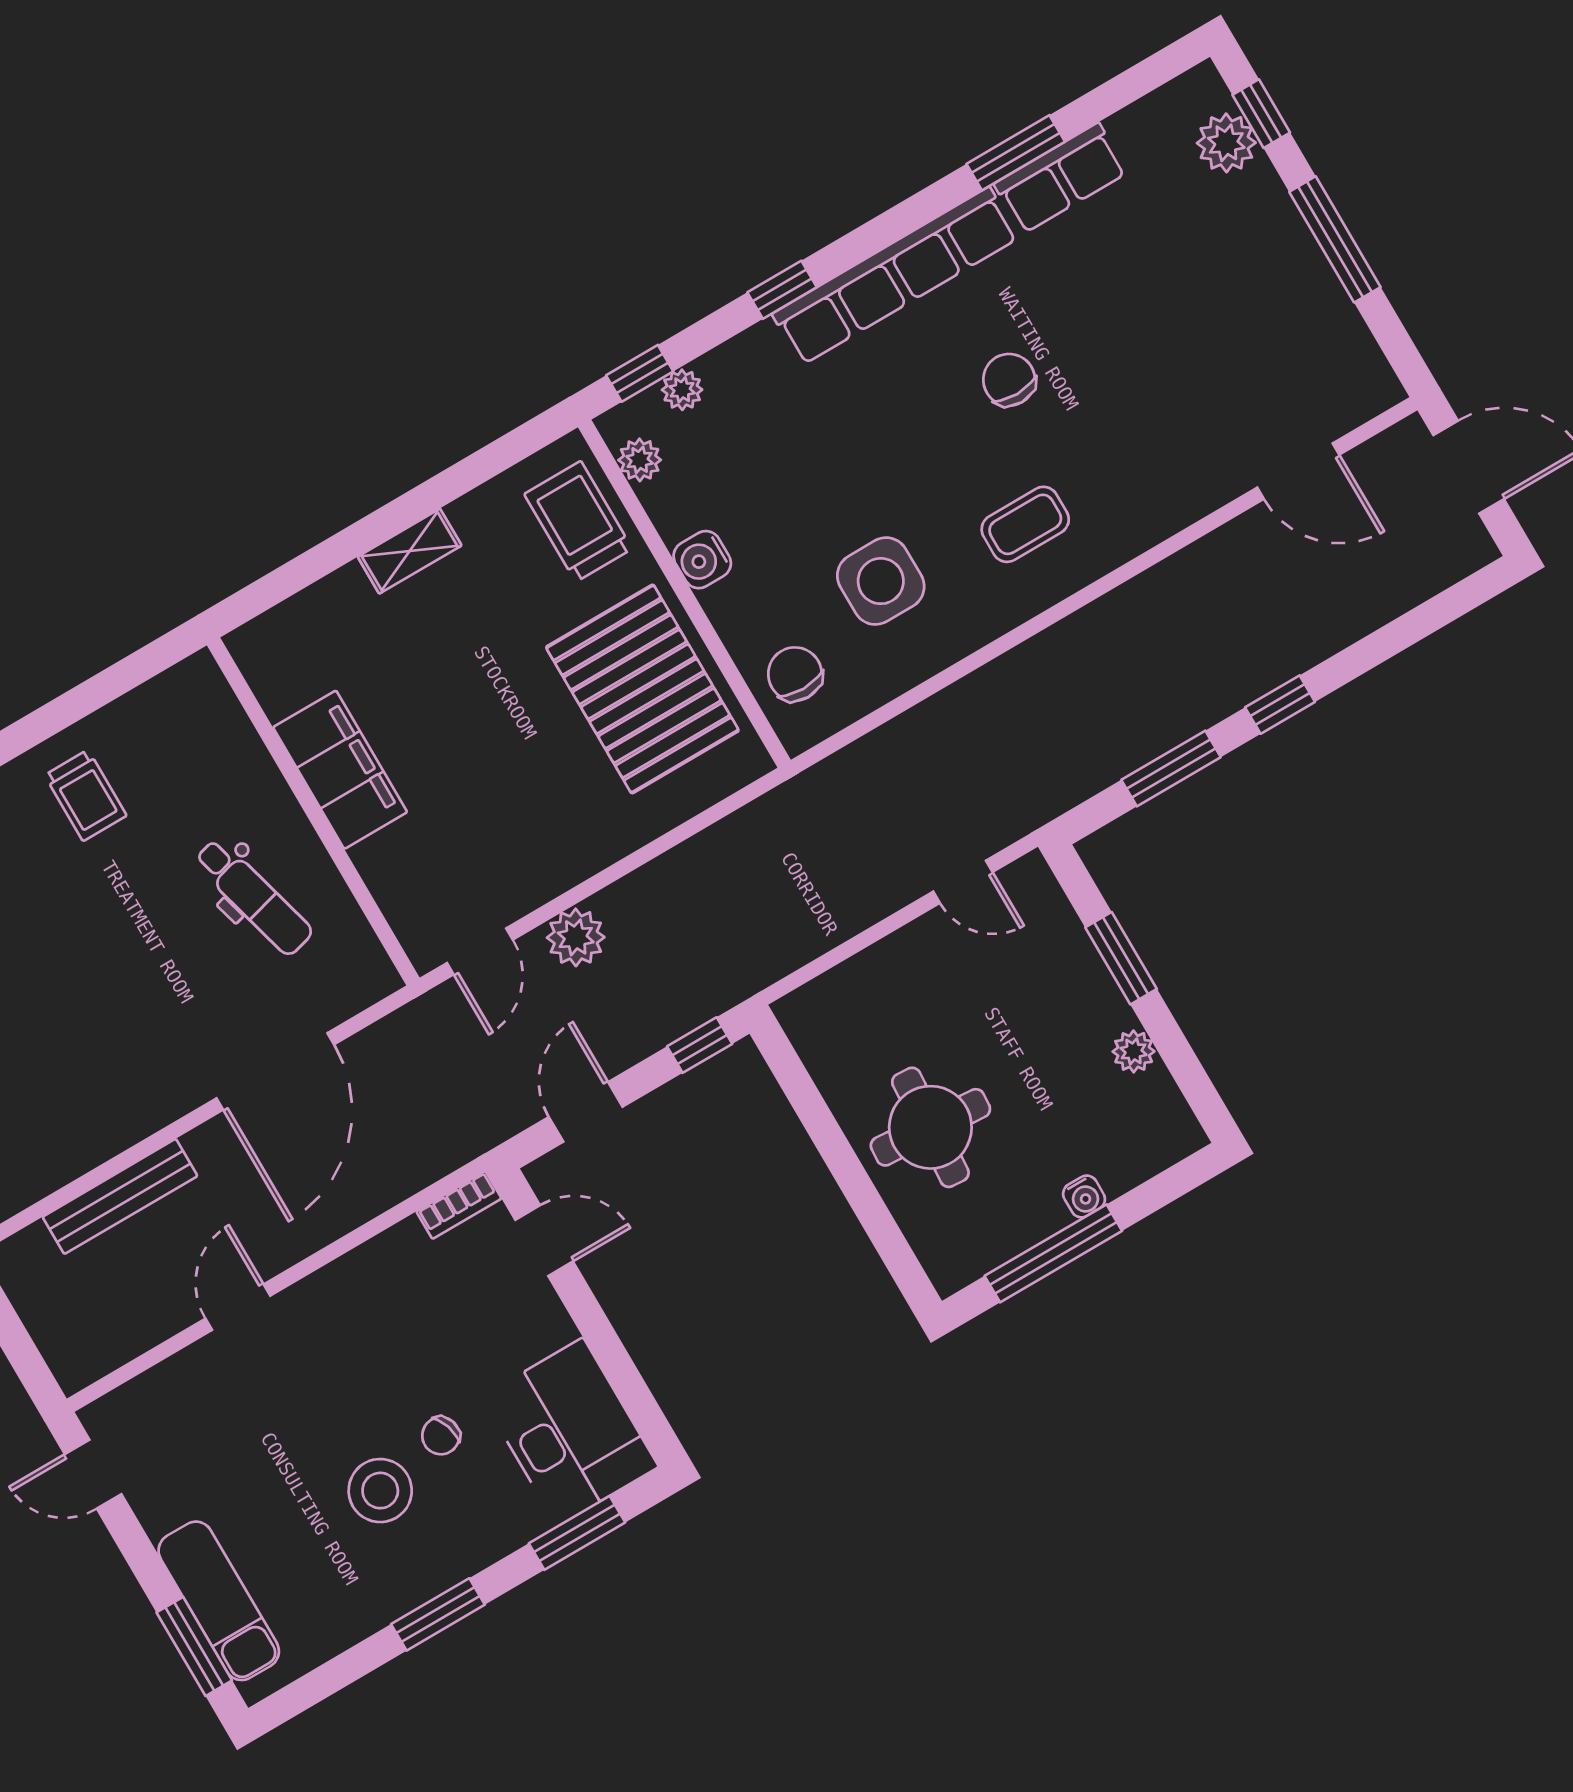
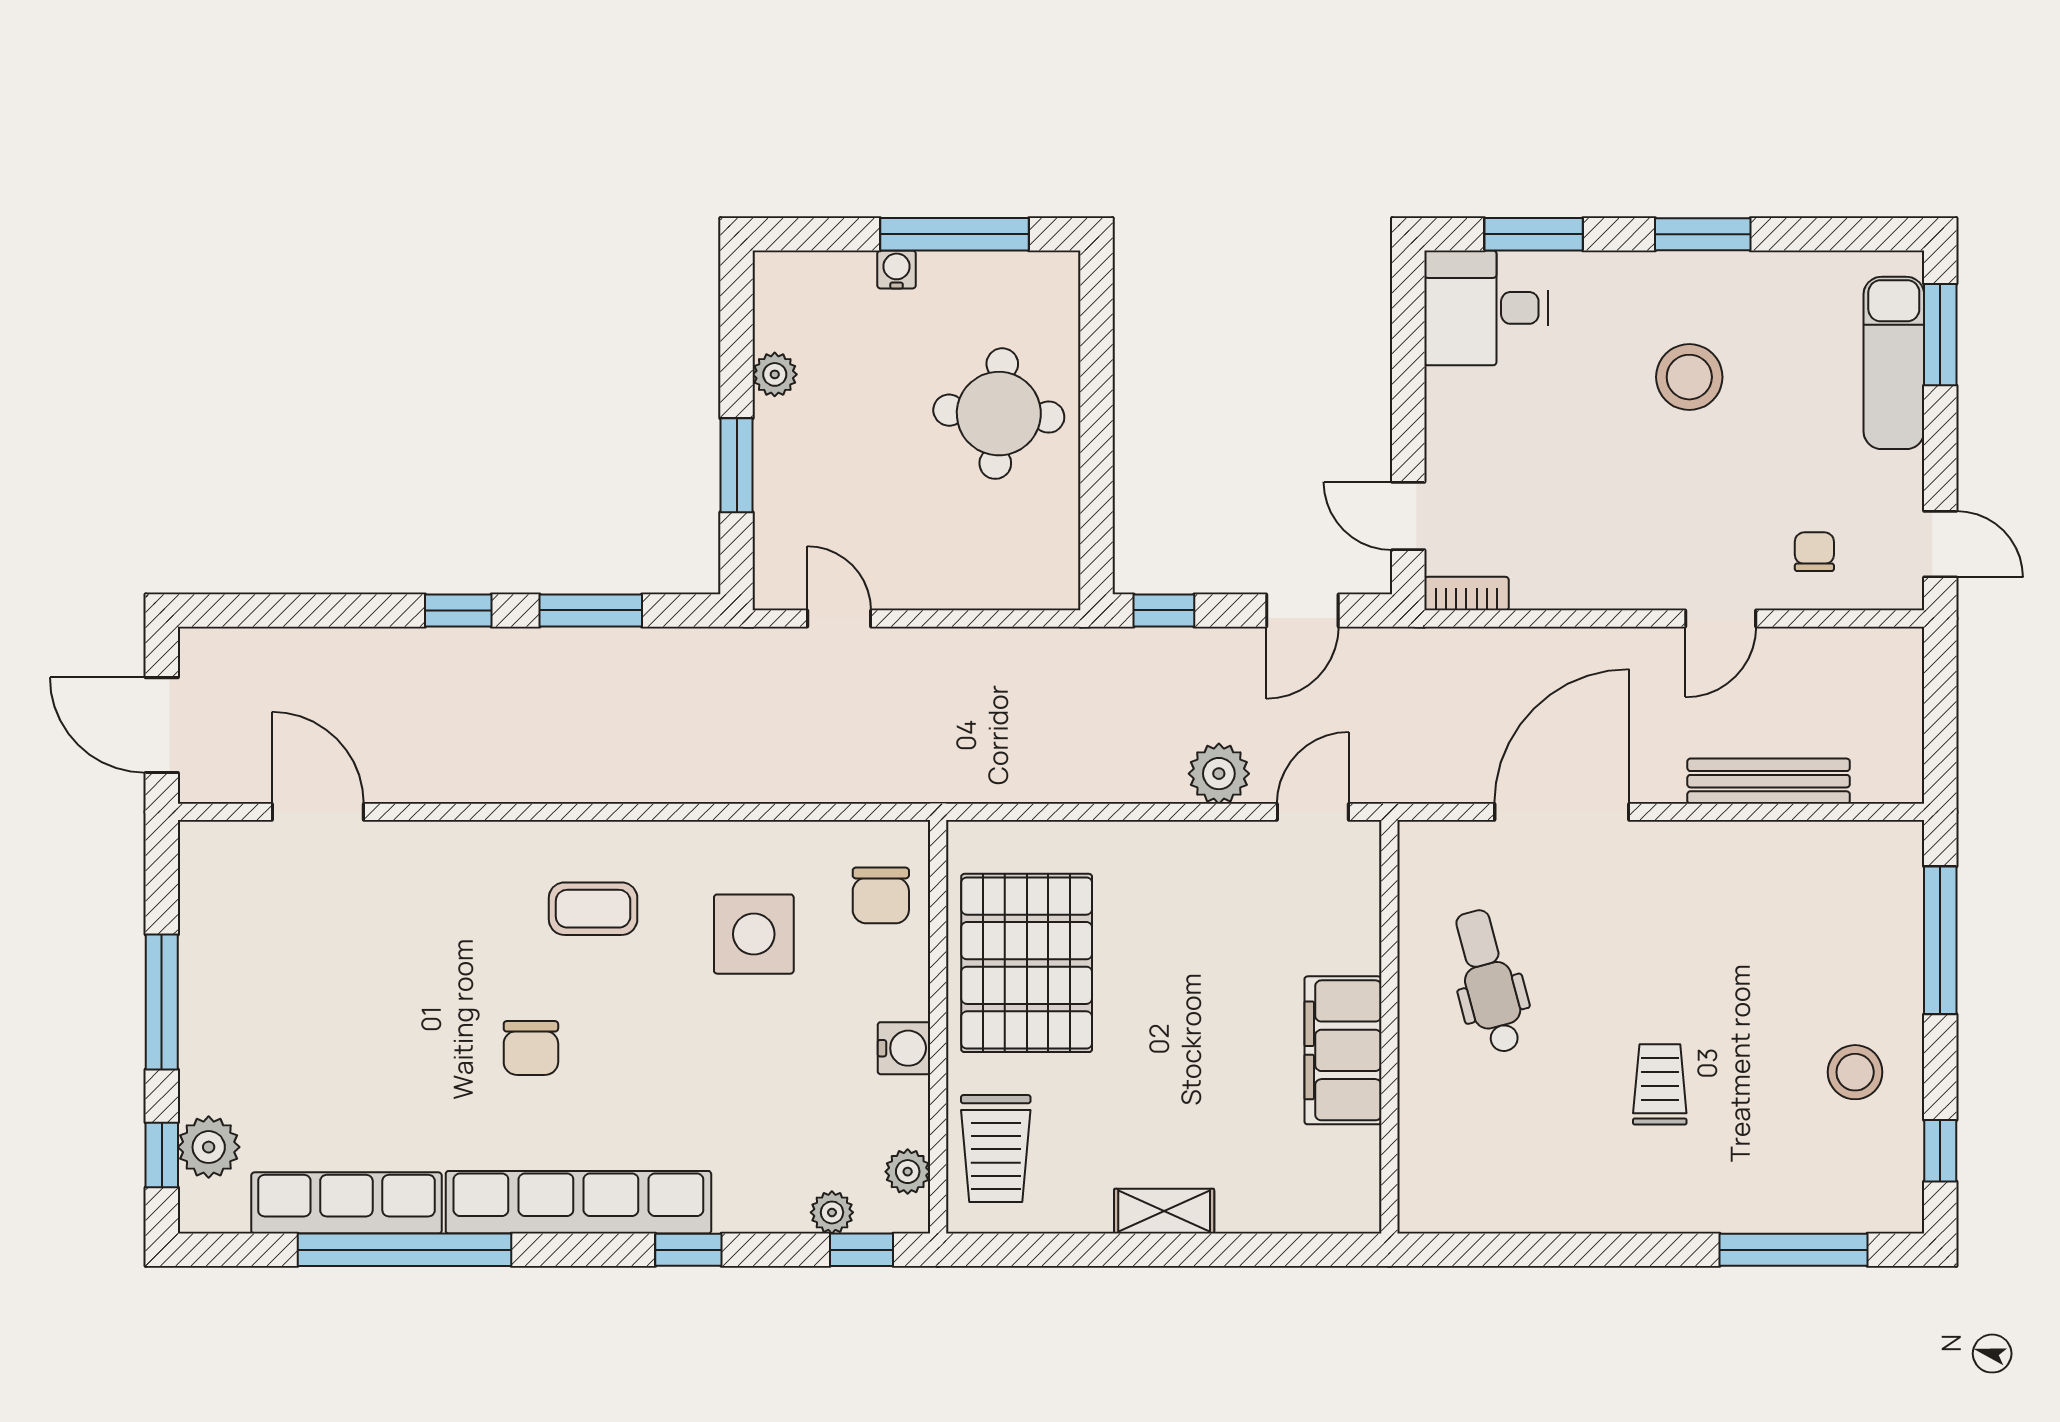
window: (1016, 153) -> (404, 1250), width x2.11
row of seats: (1061, 178) -> (346, 1203), width x1.48
trolley: (86, 795) -> (1660, 1084), moved
desk: (570, 1432) -> (1486, 308), width x0.73
chair: (441, 1436) -> (1814, 552), moved, turned -72

